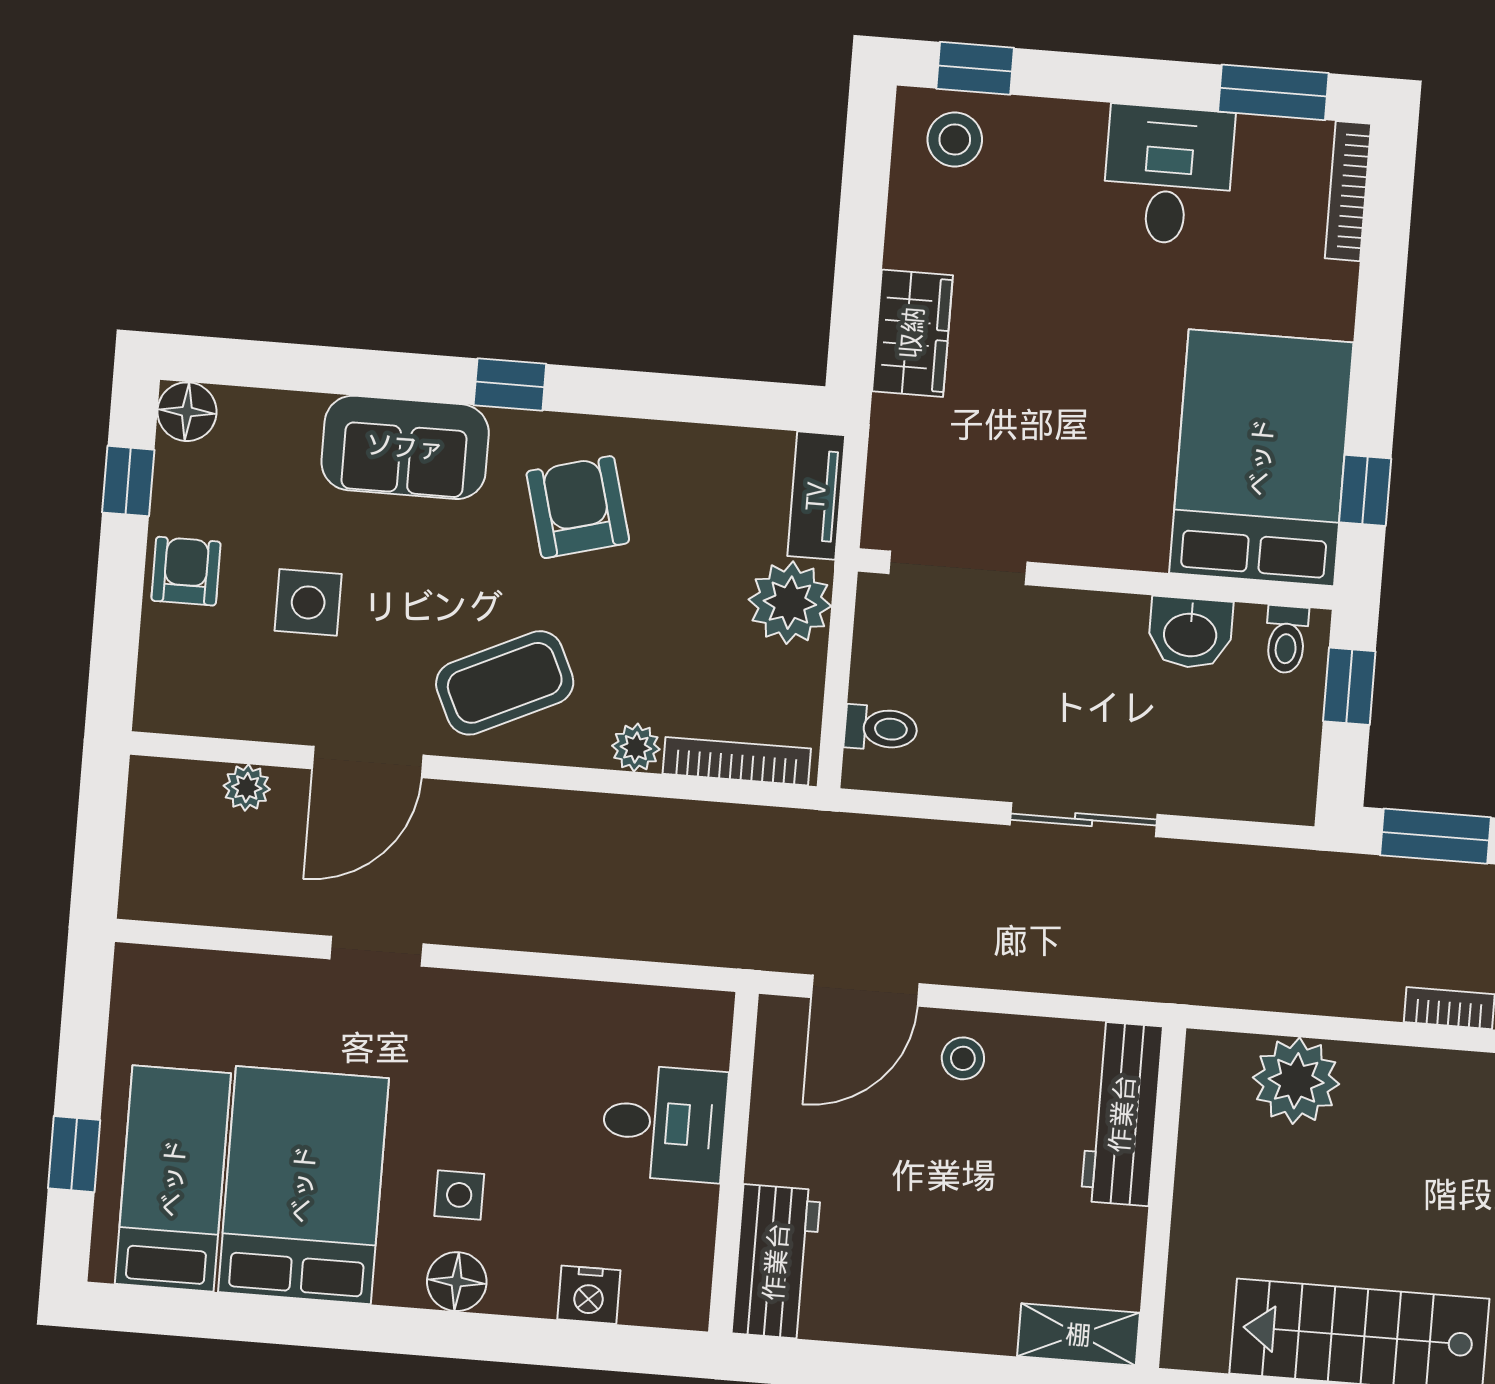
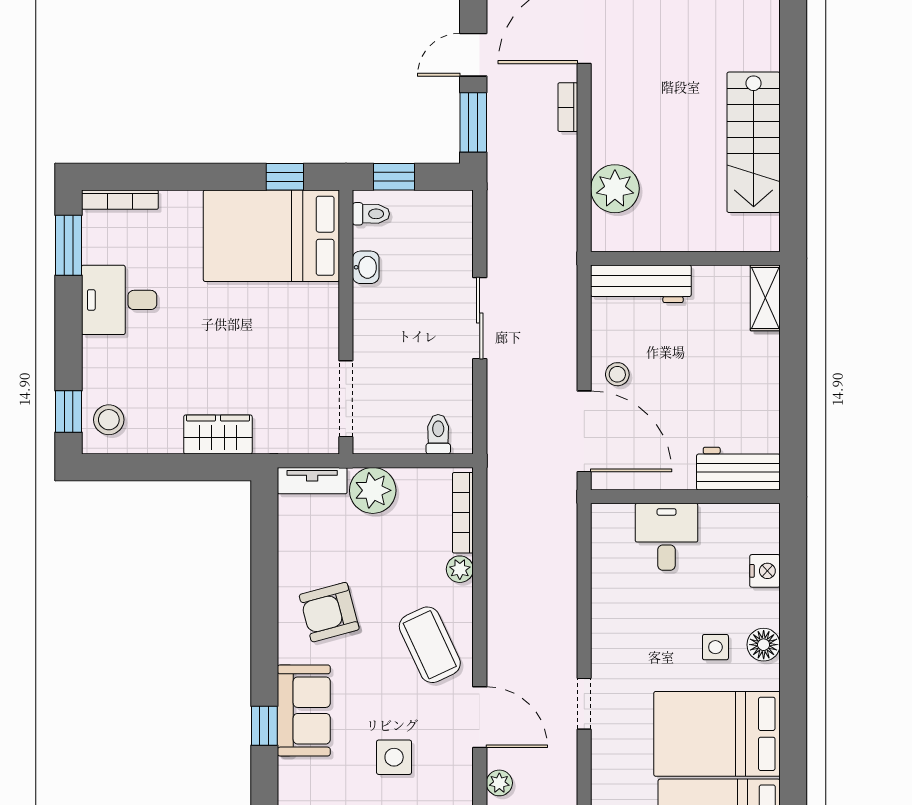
window: (510, 384) -> (264, 726), moved
washbasin: (1190, 633) -> (366, 267), width x0.72, depth x0.69
door: (865, 991) -> (584, 431), width x1.36

